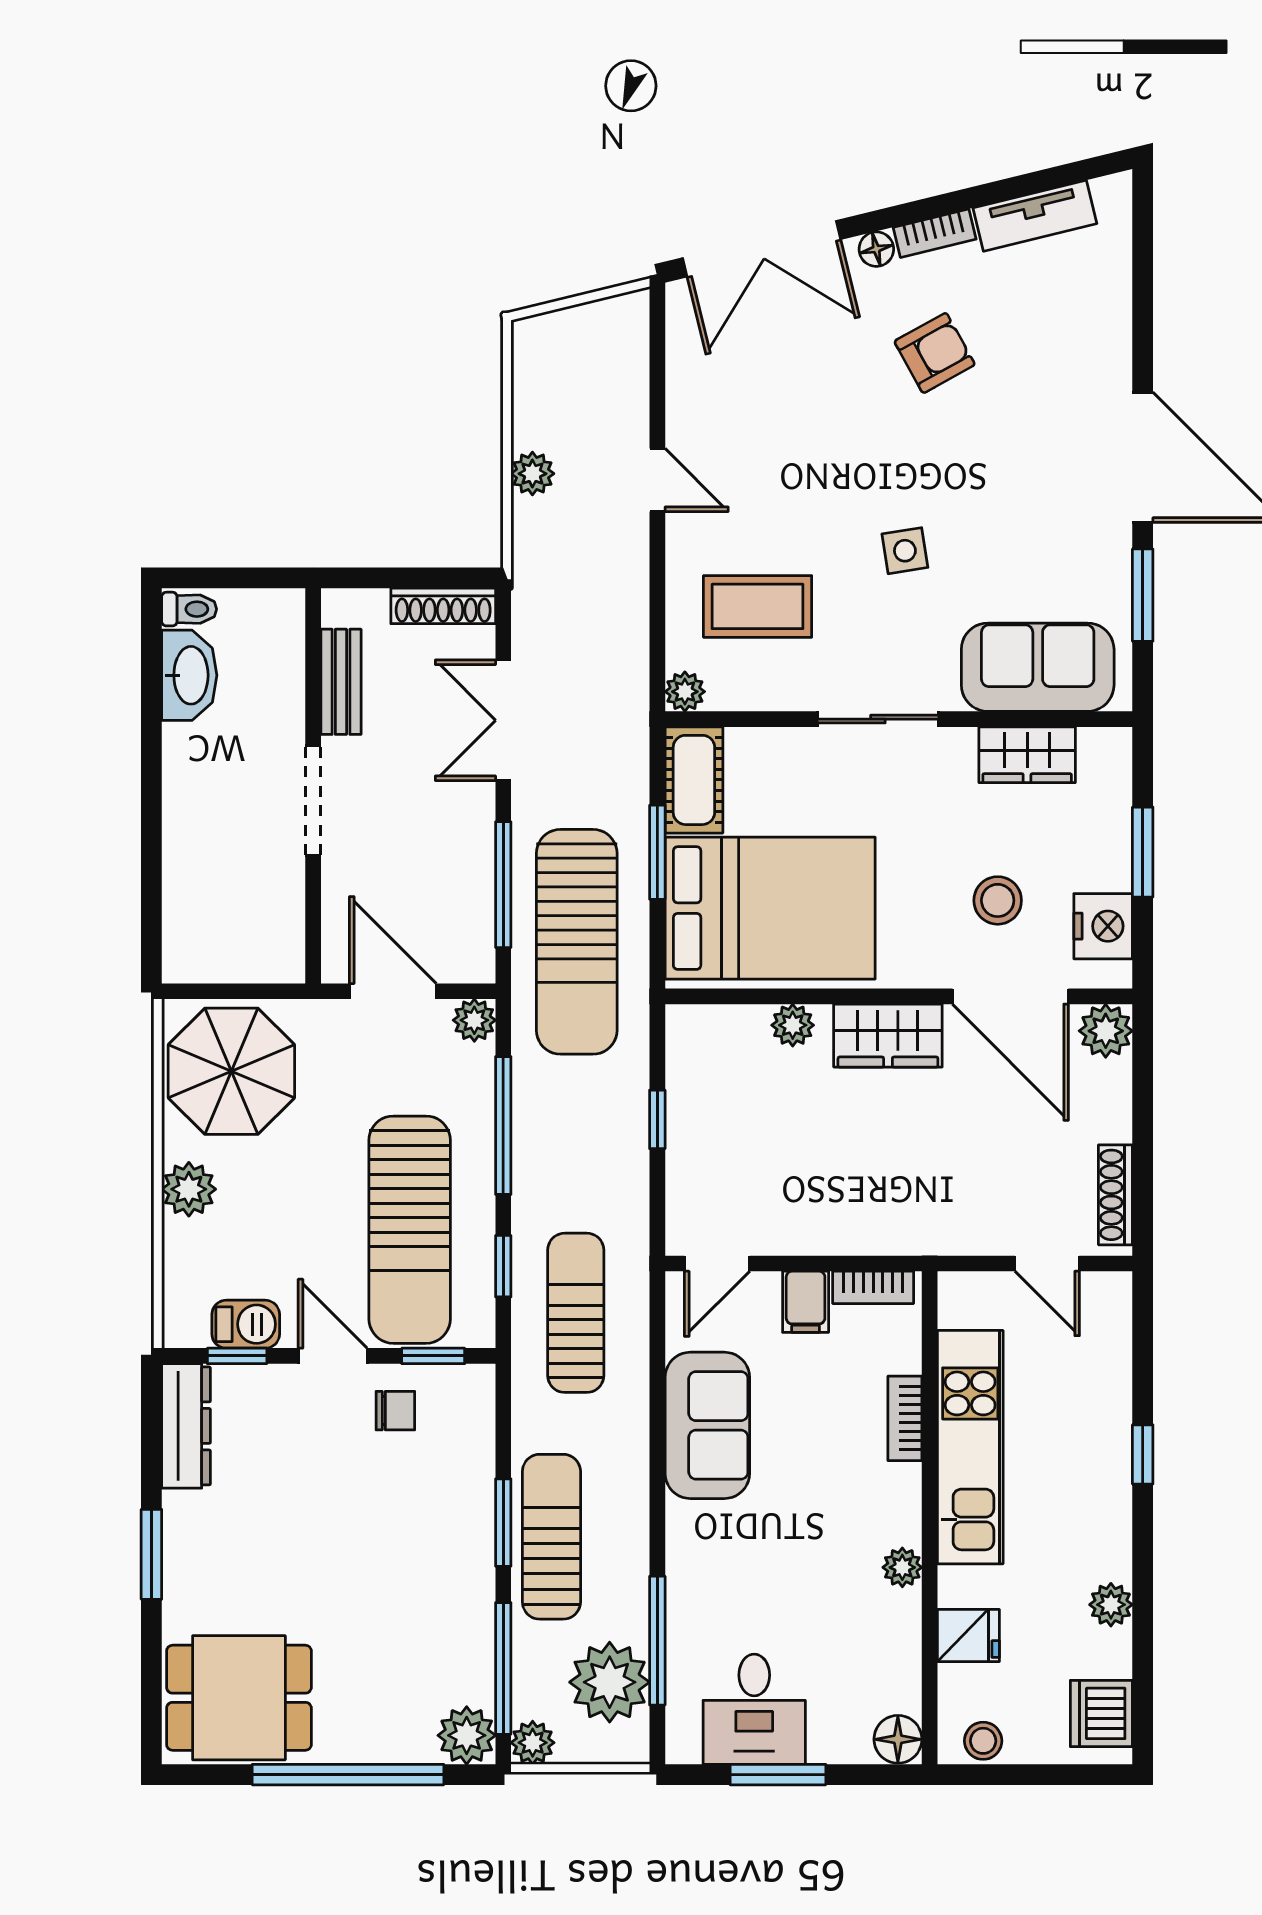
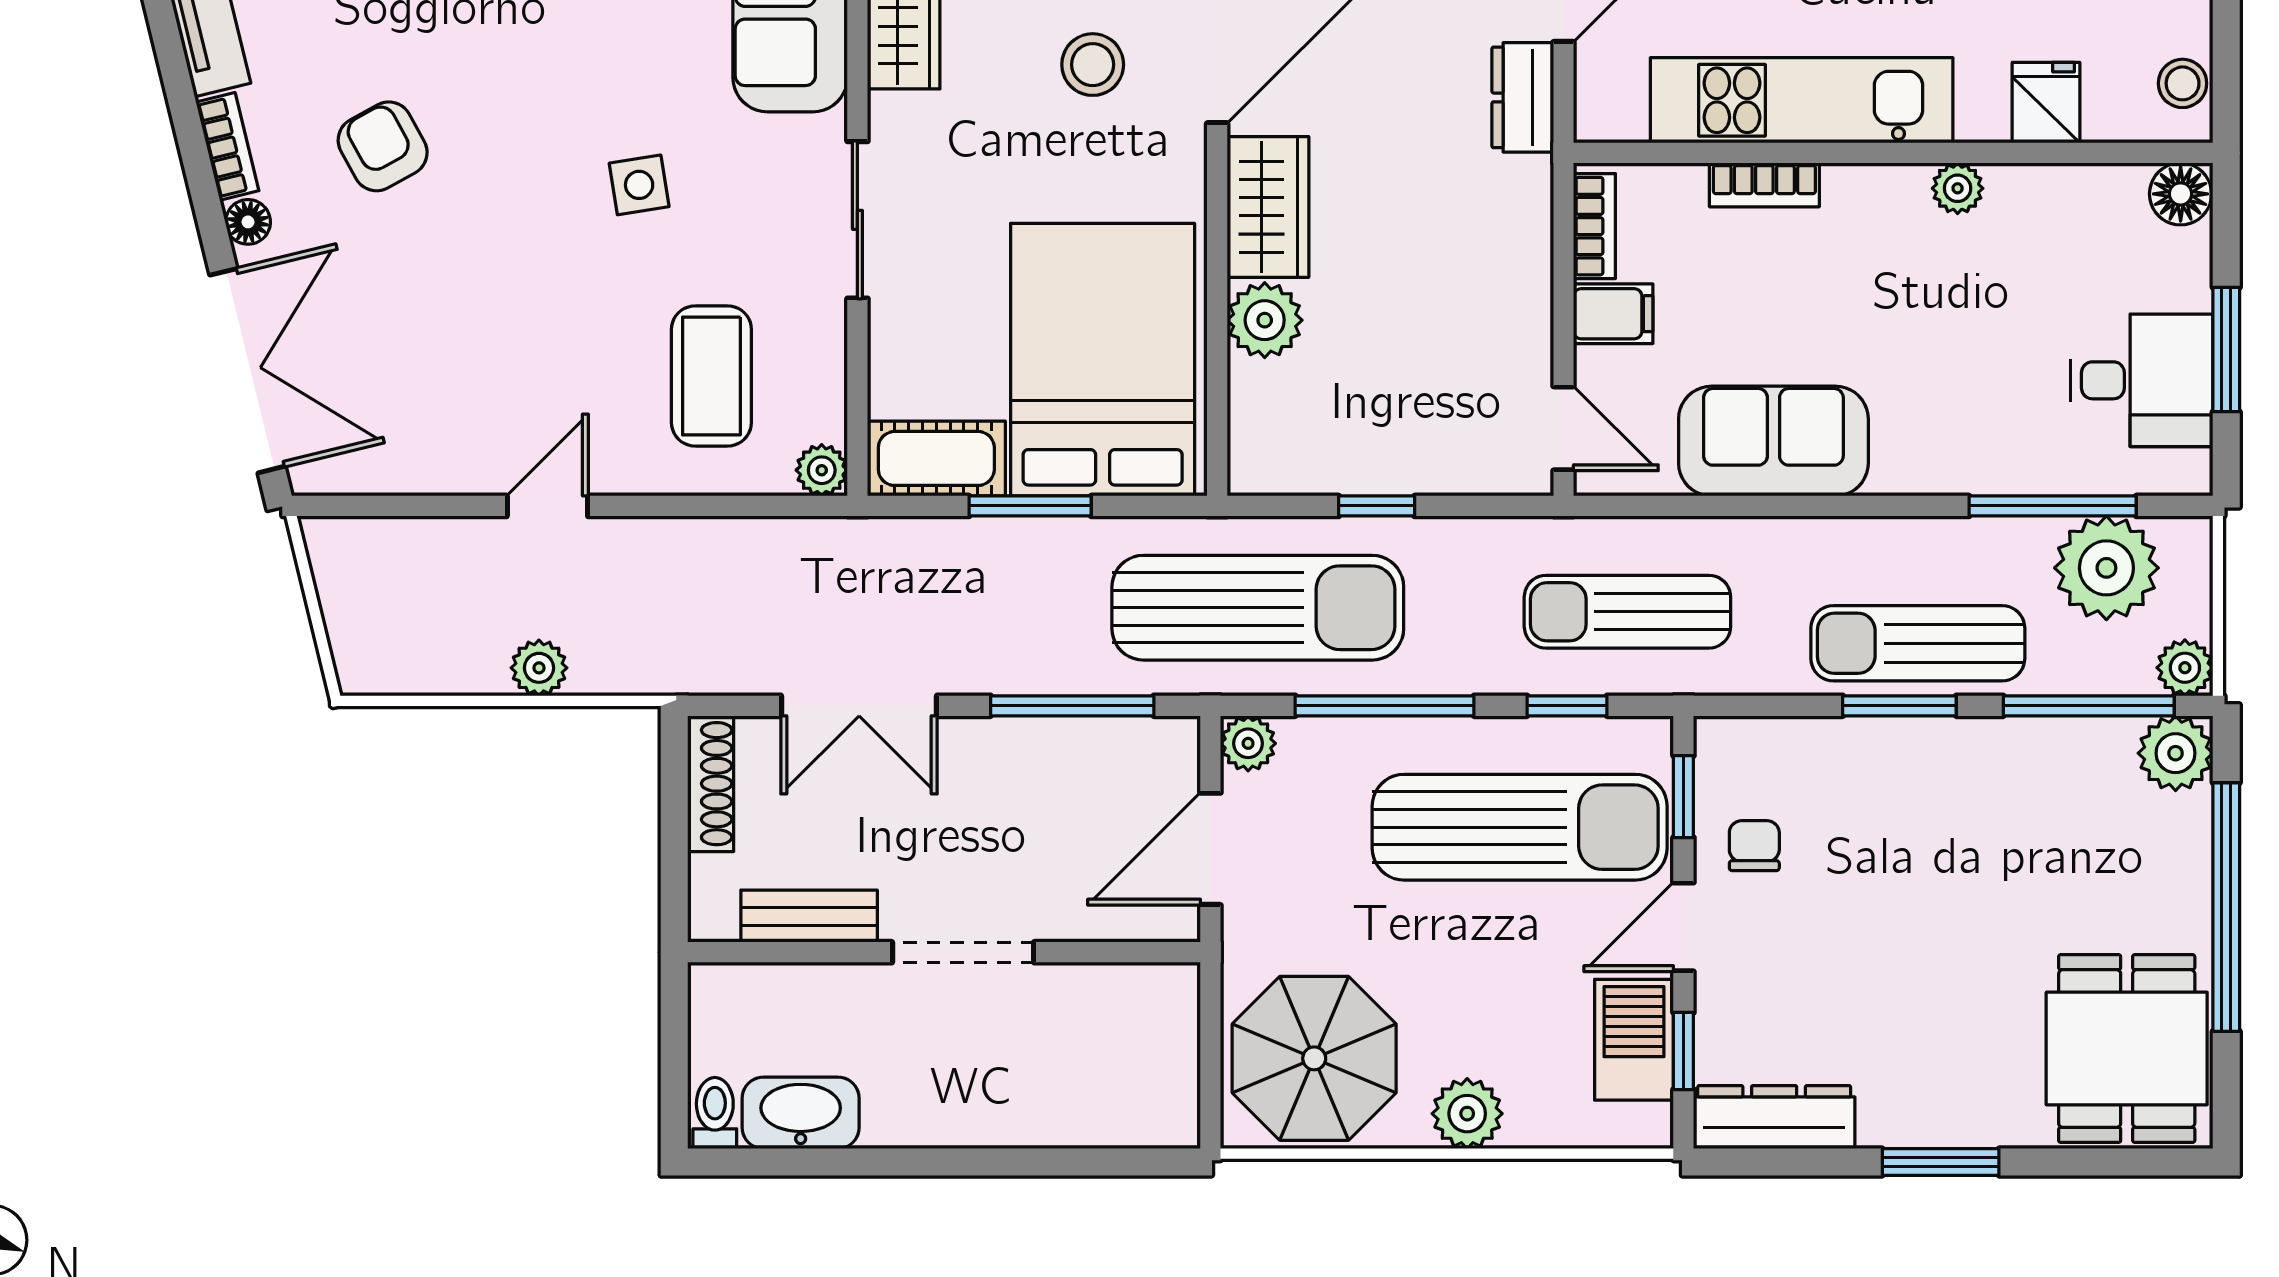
sun lounger: (577, 942) -> (1258, 608), moved
plant: (793, 1025) -> (1265, 320), width x1.38, depth x1.38
dresser: (972, 1232) -> (1523, 97), added
barbecue: (246, 1324) -> (1634, 1040), width x1.38, depth x1.27

